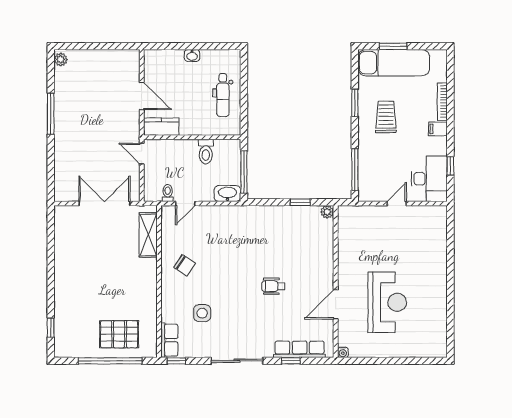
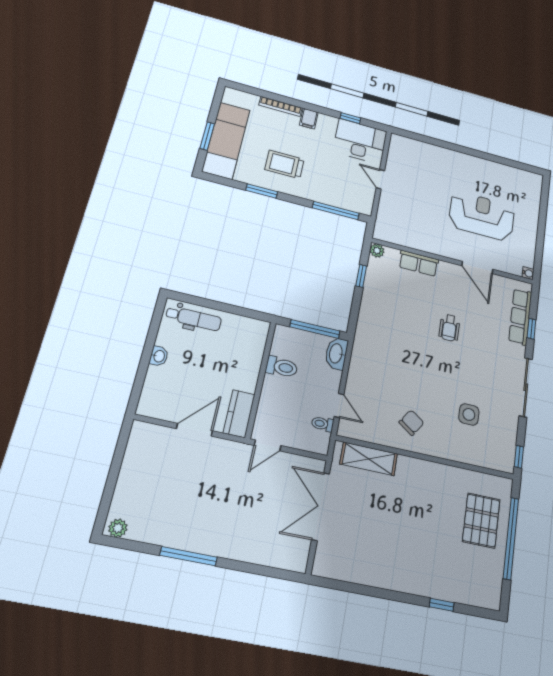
dental chair: (223, 95) -> (194, 318), moved
window: (51, 328) -> (442, 605), moved
row of seats: (169, 340) -> (419, 263), moved, turned 180

